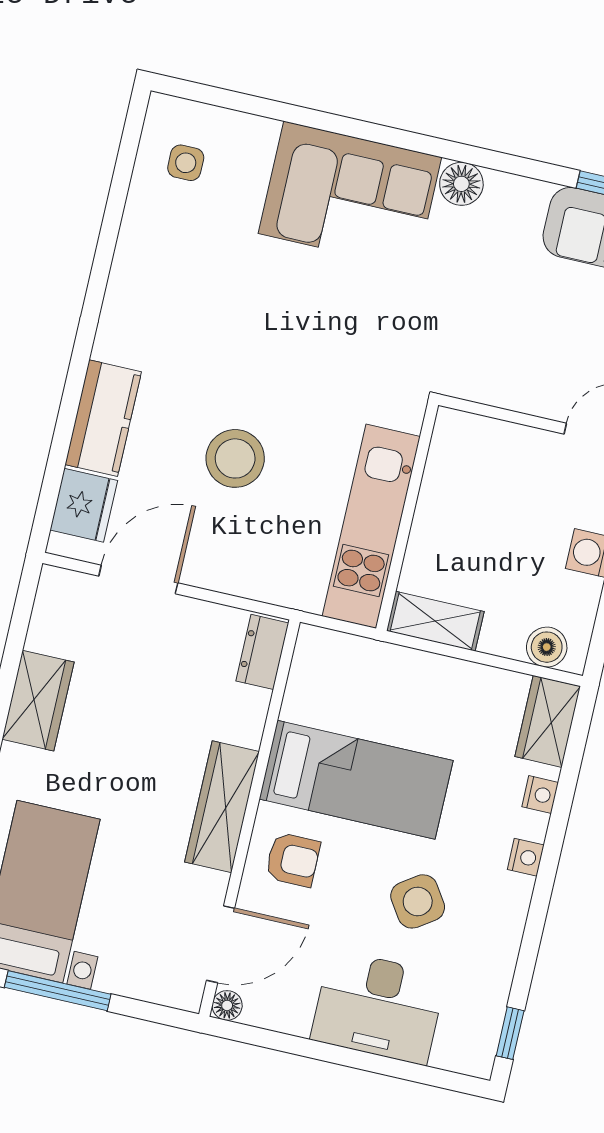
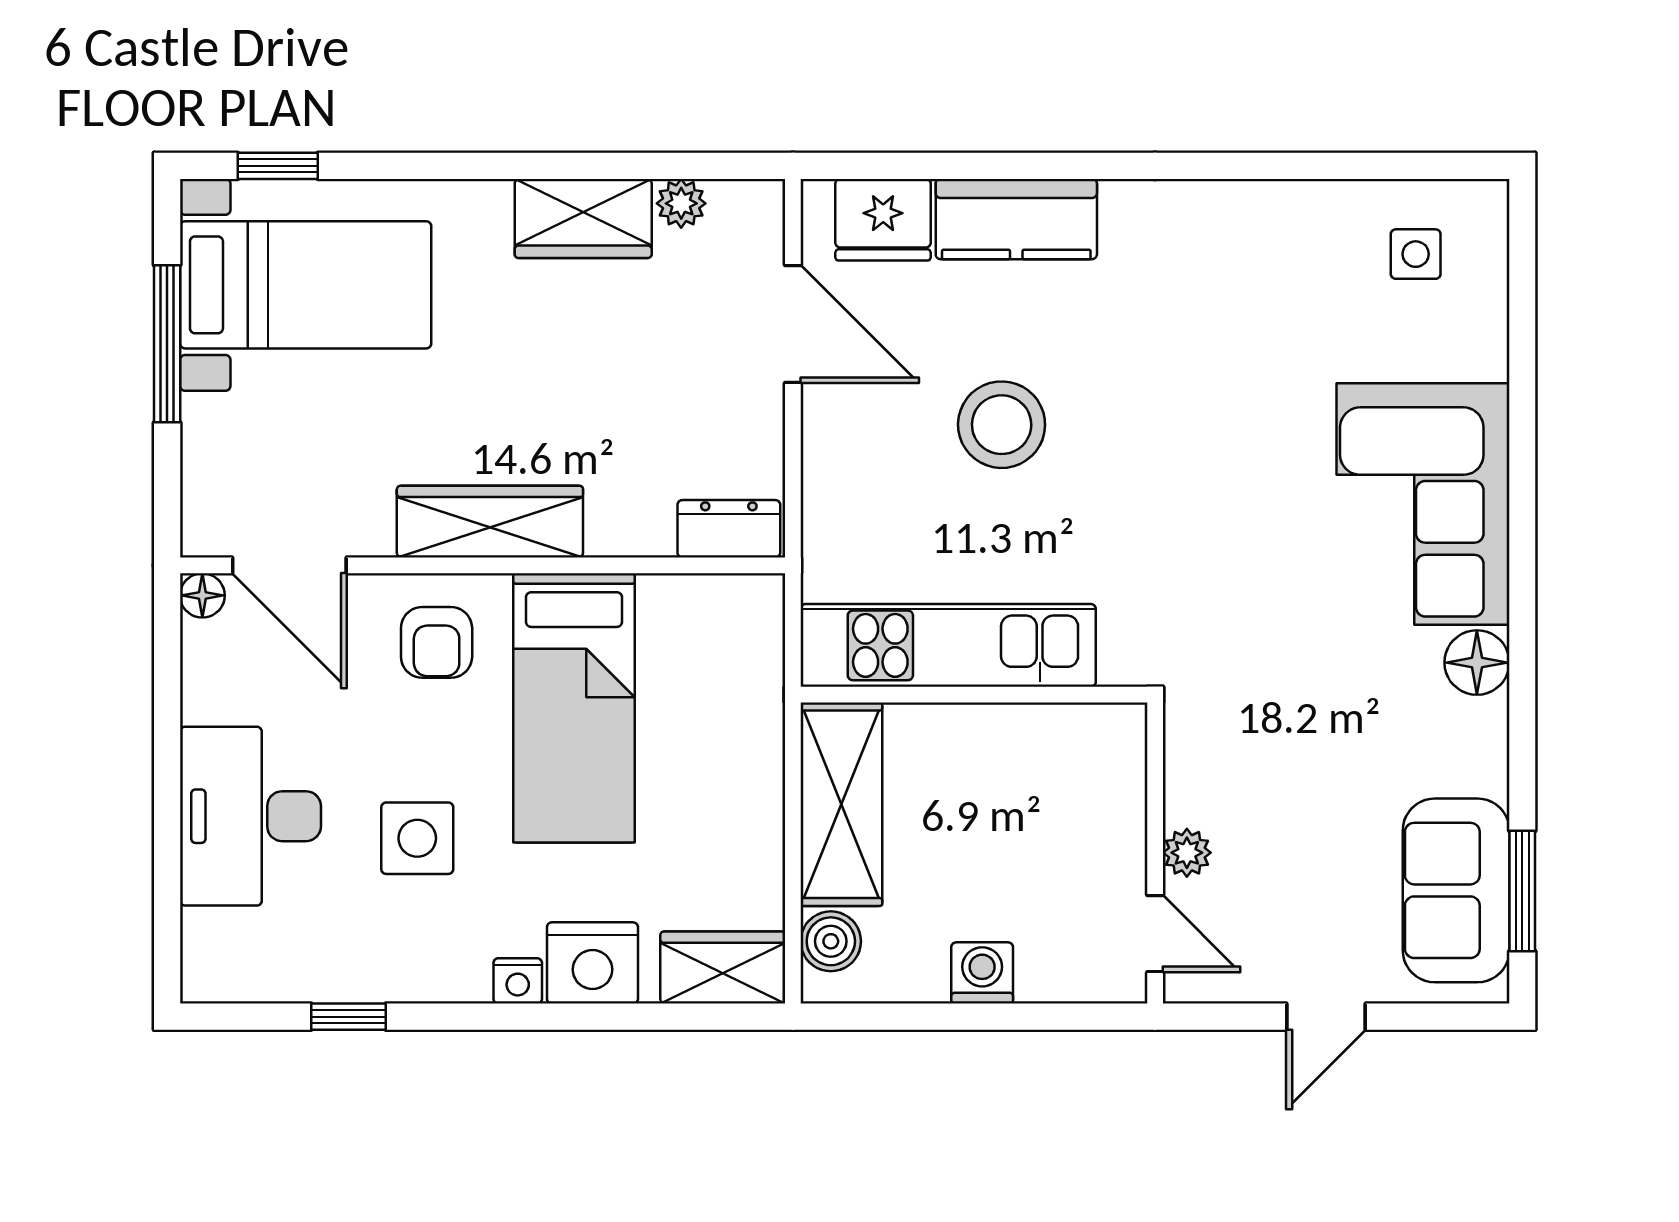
plant: (542, 401) -> (1187, 853), added
shelving: (435, 621) -> (841, 804), width x1.50, depth x1.33
plant: (43, 634) -> (681, 203), added
nightstand: (540, 795) -> (592, 963), width x1.89, depth x1.79
side table: (418, 901) -> (417, 838), turned 34
window: (510, 1033) -> (349, 1017), moved

